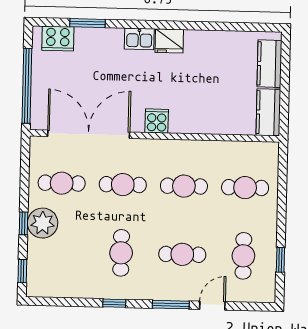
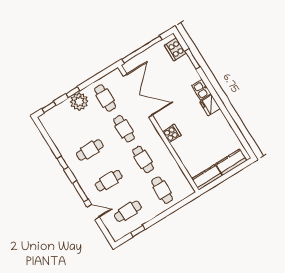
cooker: (157, 121) -> (172, 133), moved
cafe table: (182, 254) -> (109, 181), turned 90

